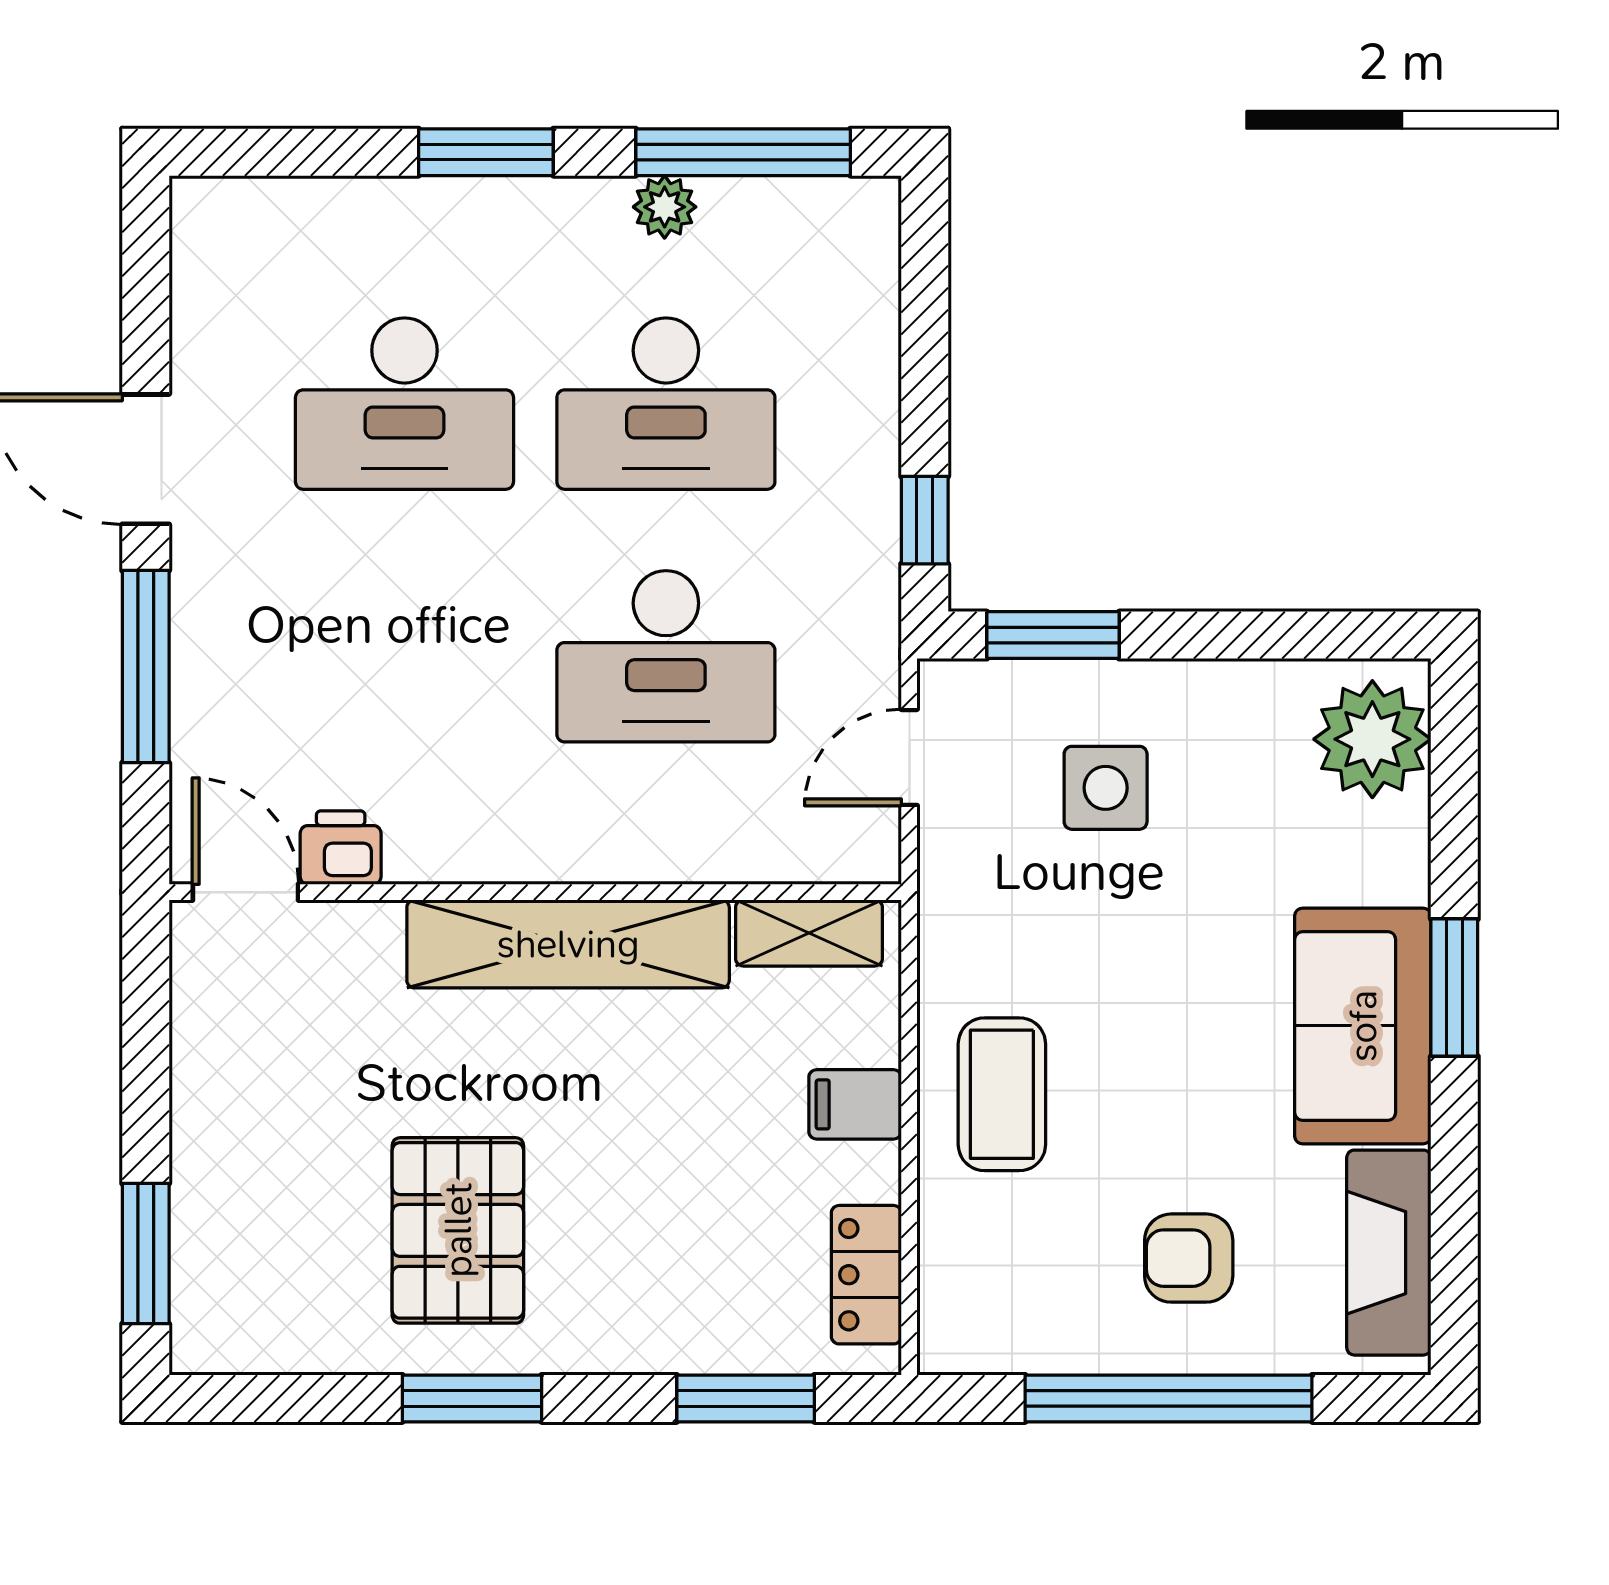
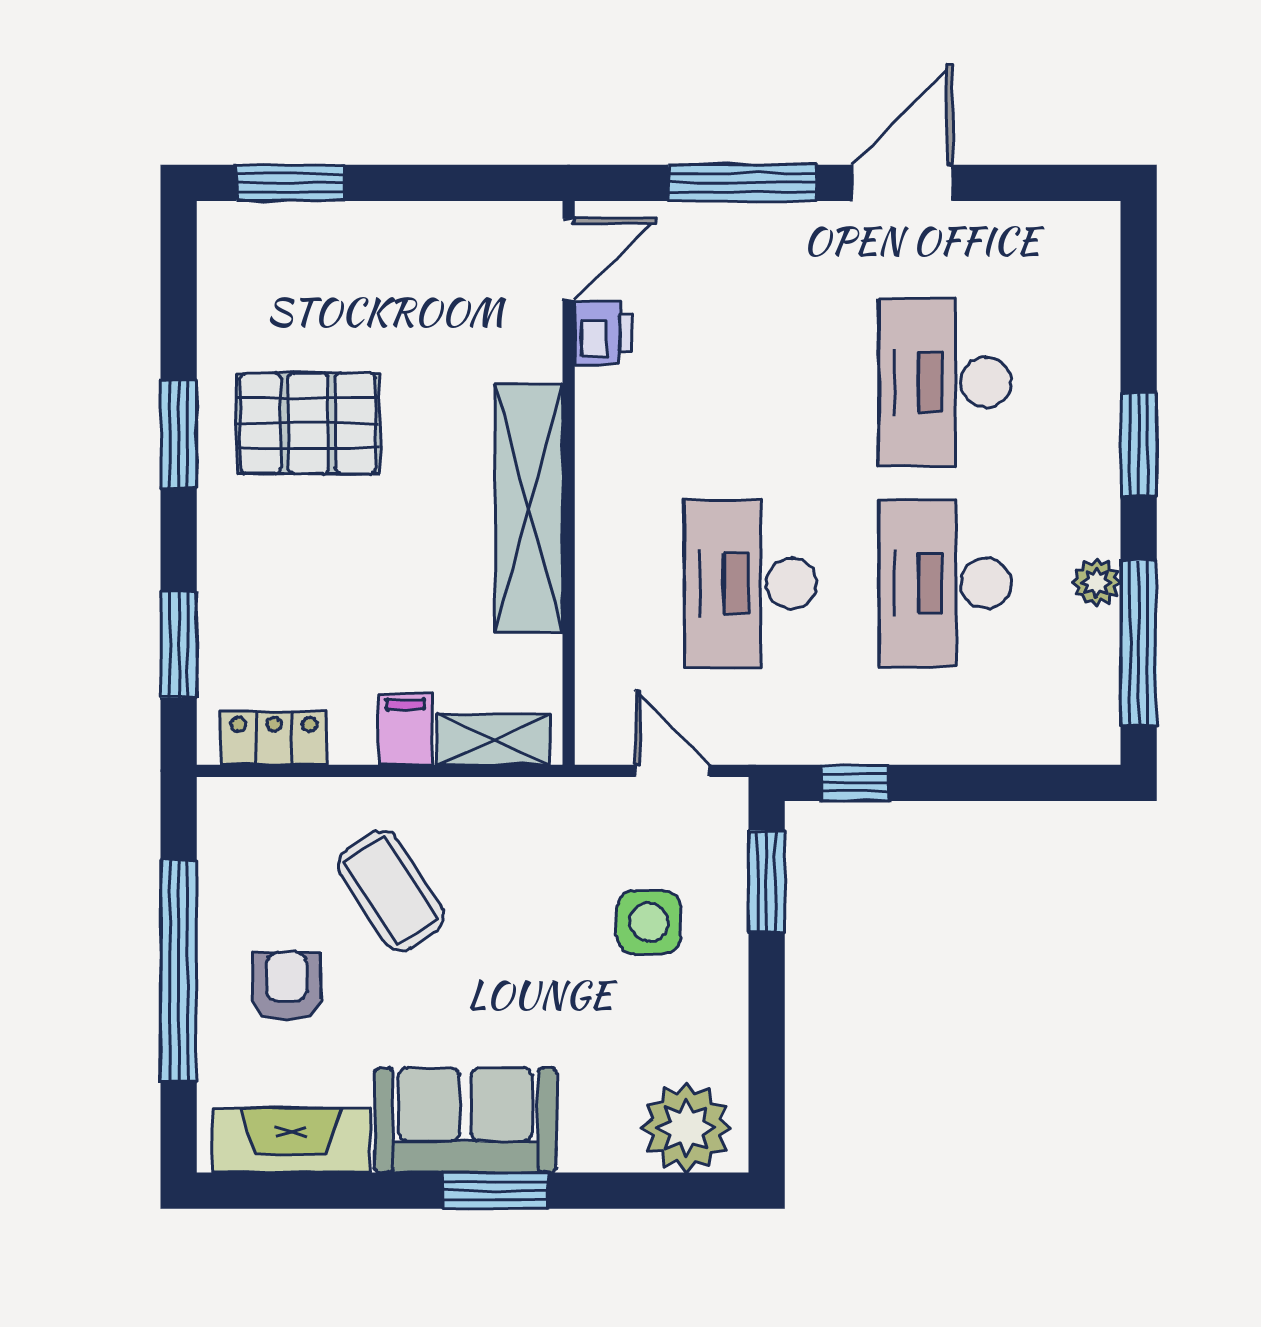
shelving: (809, 933) -> (493, 739), moved, turned 90
coffee table: (1002, 1094) -> (391, 891), moved, turned 57

